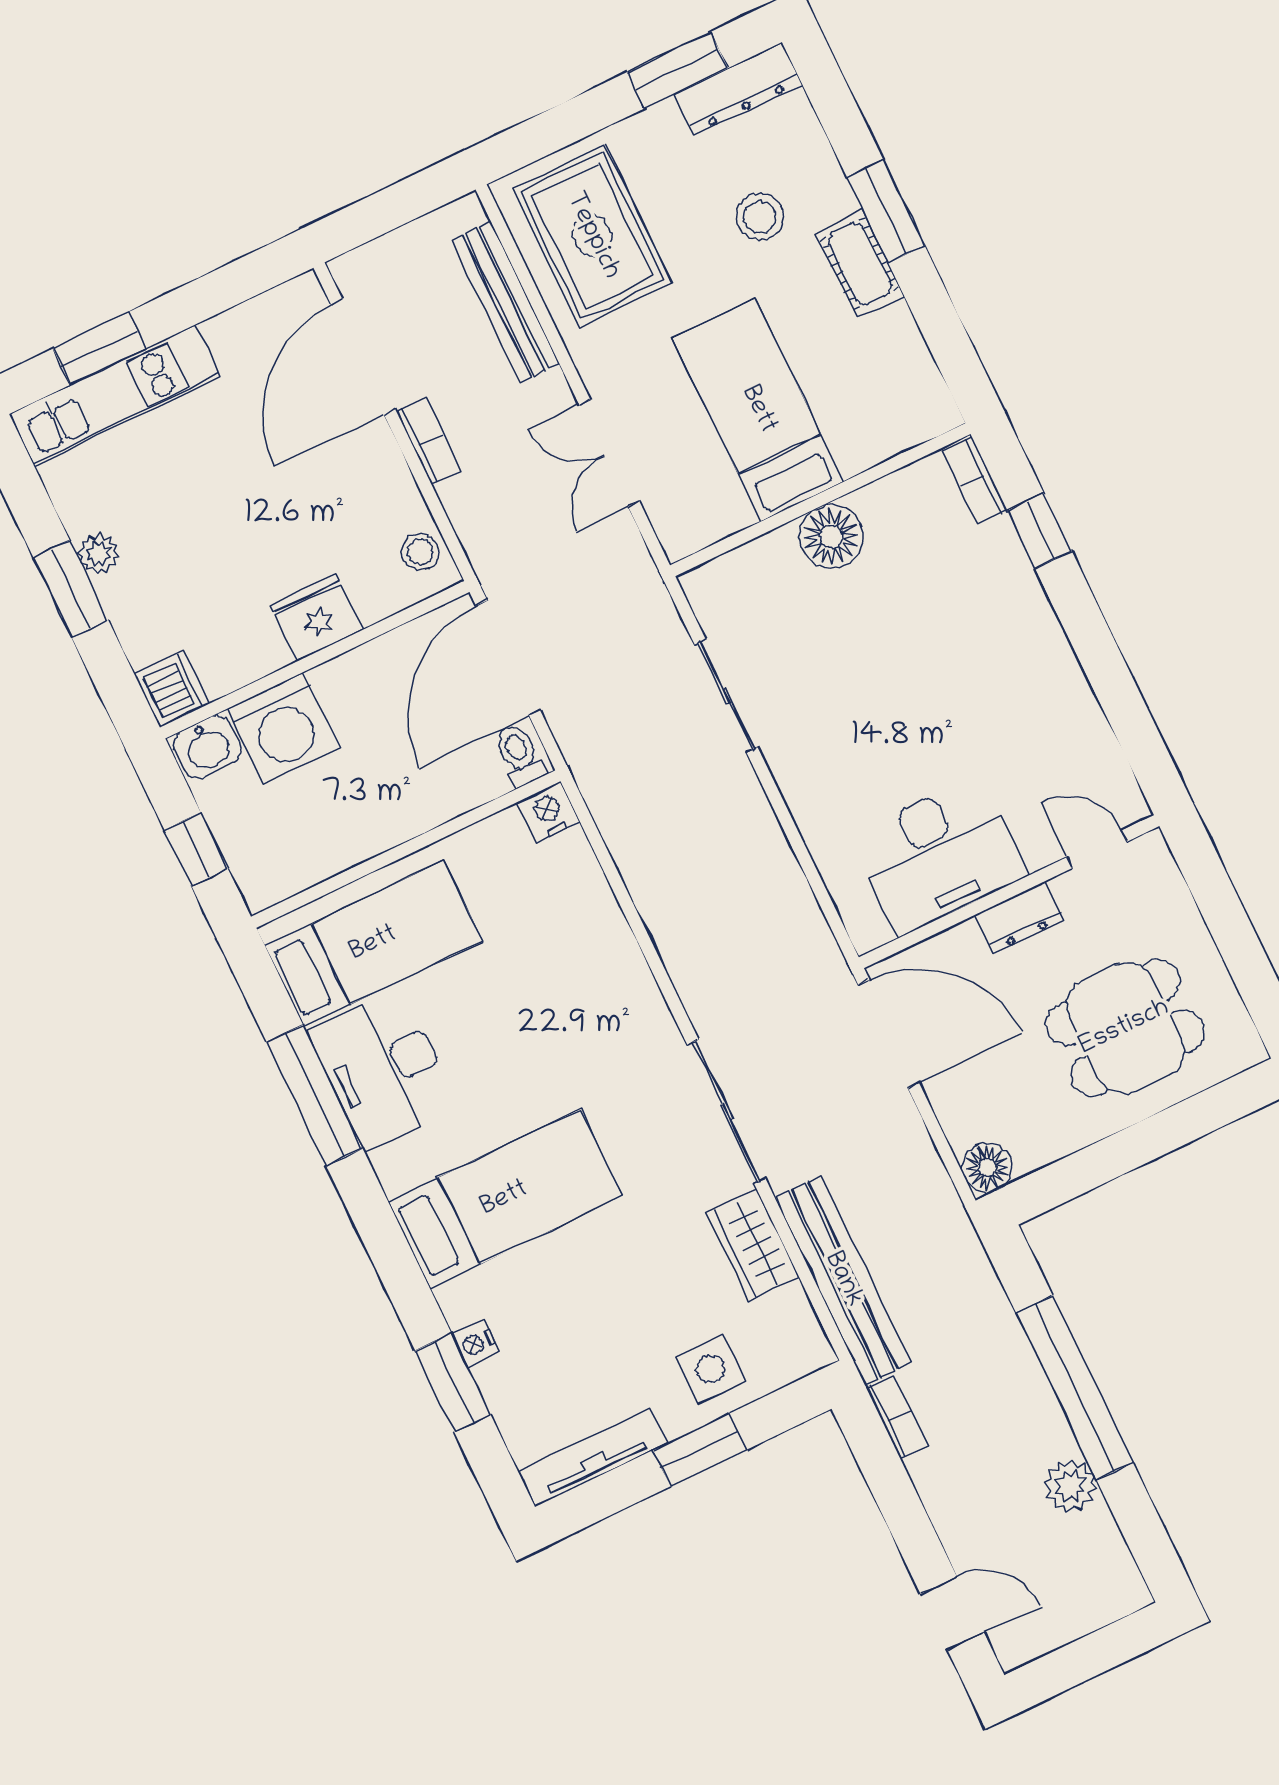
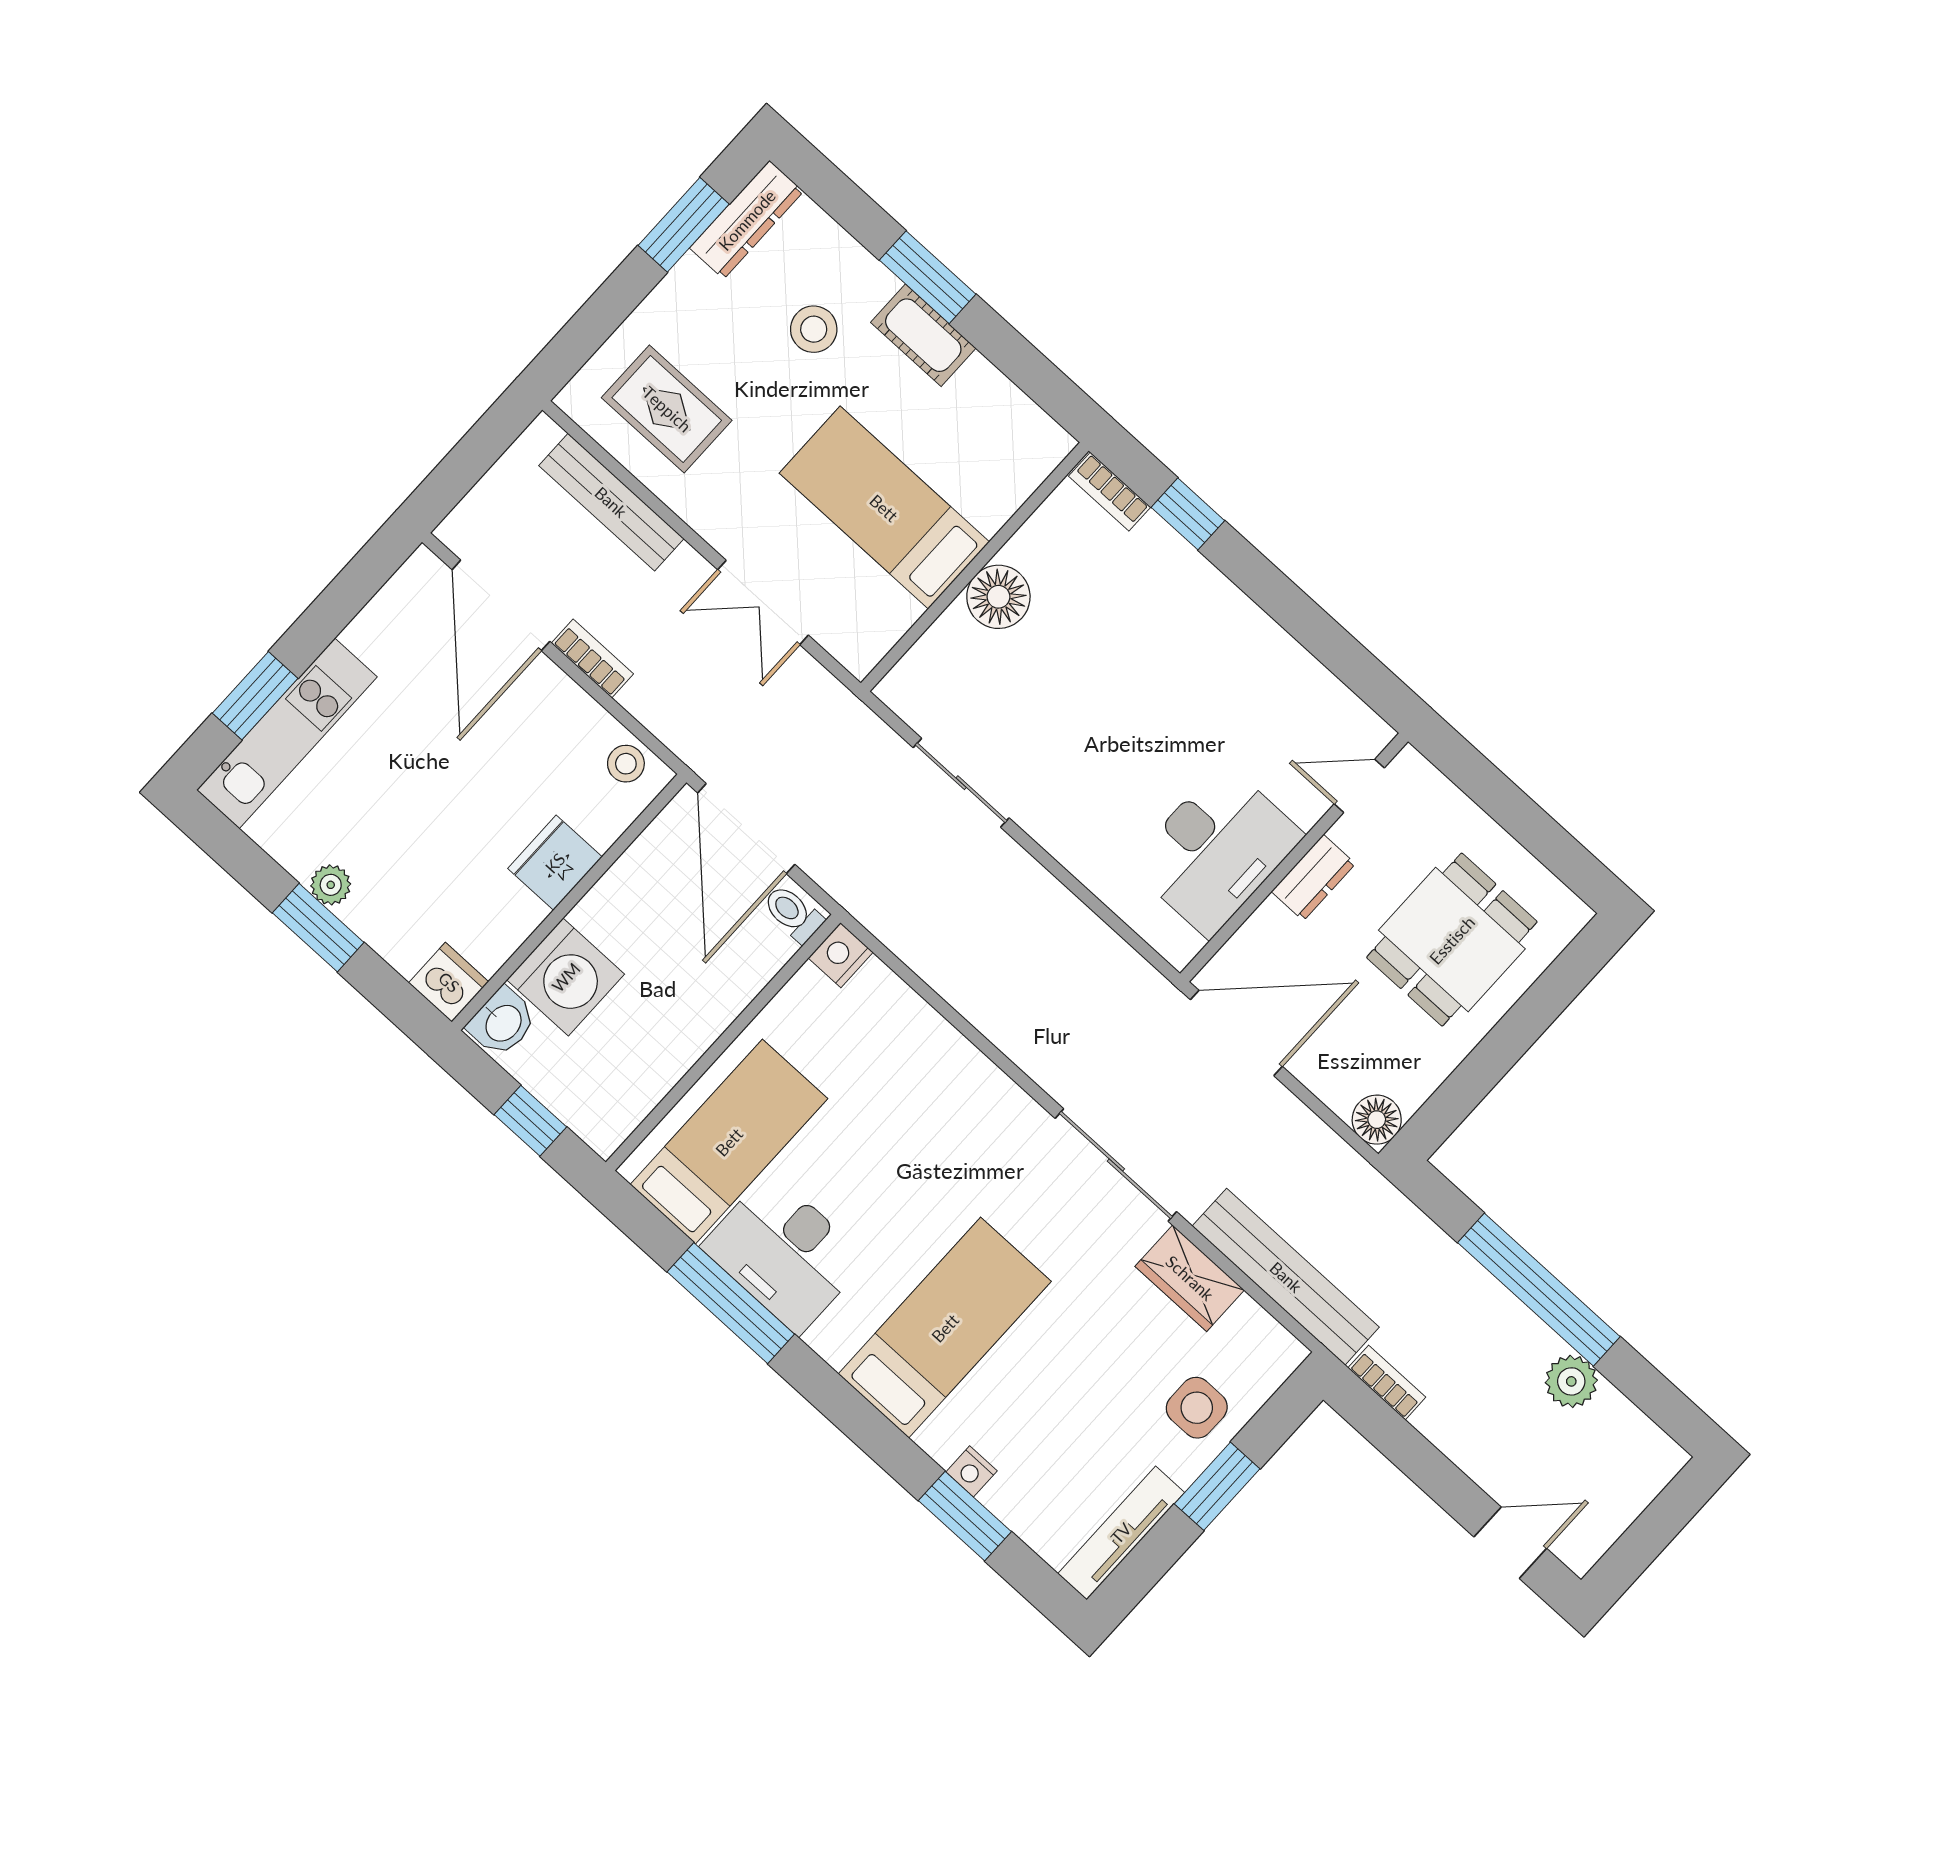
rug: (592, 236) -> (667, 409), width x0.73, depth x0.70

